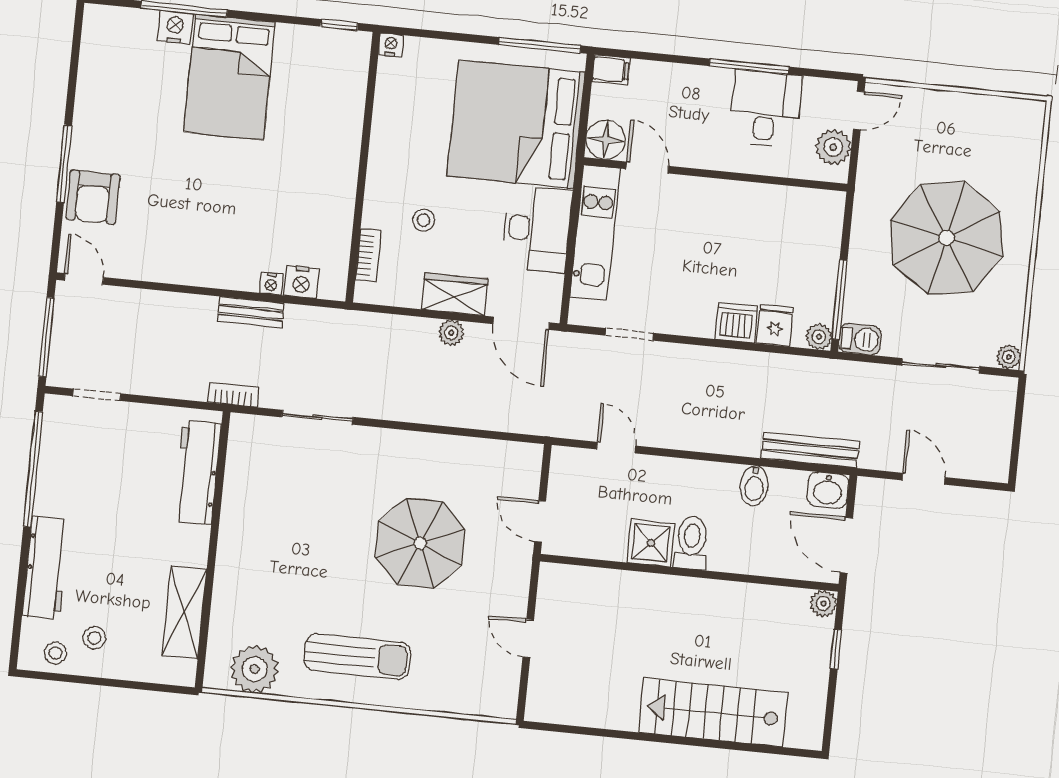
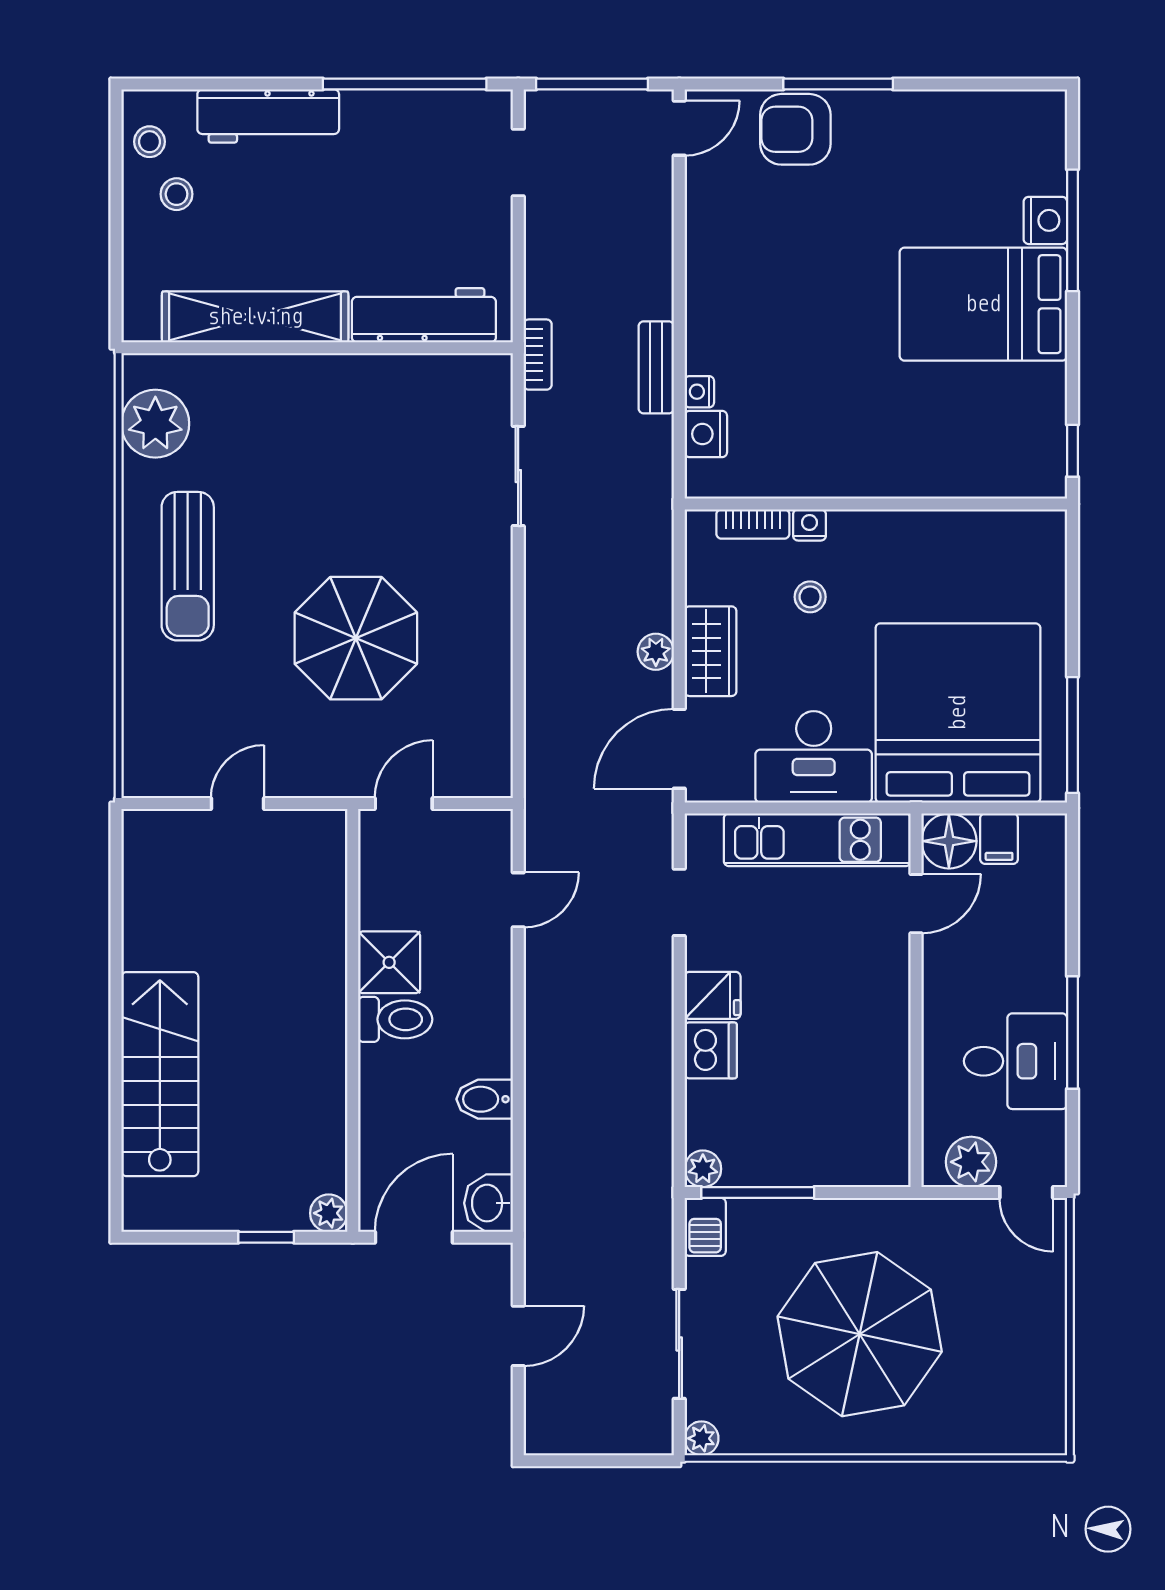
nightstand: (391, 45) -> (809, 525), moved, turned -90
filing cabinet: (611, 70) -> (999, 839), moved
fridge: (775, 325) -> (713, 995), moved
bench: (810, 450) -> (543, 1172), removed
shelving: (184, 612) -> (255, 317), width x1.47

